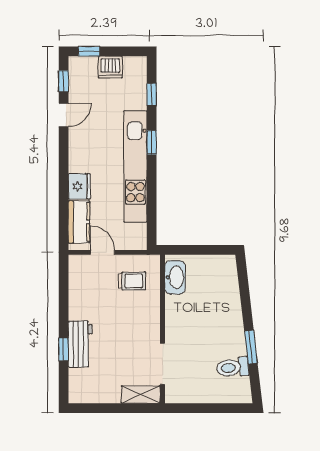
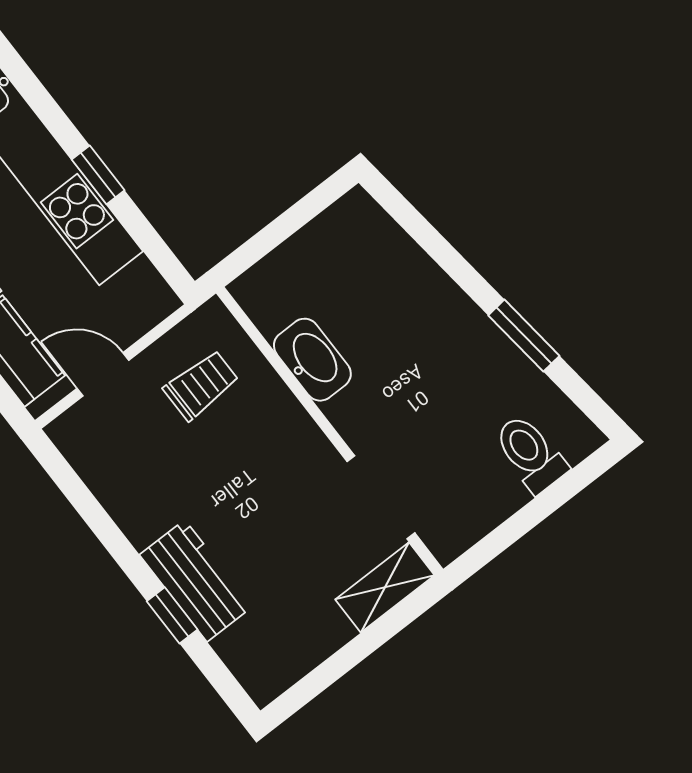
window: (152, 142) -> (98, 175), moved
washbasin: (175, 277) -> (312, 360), moved
toilet: (233, 367) -> (530, 453), moved, turned 97

